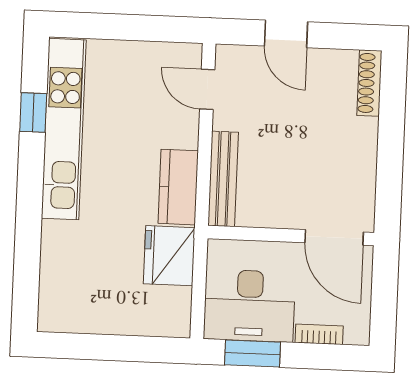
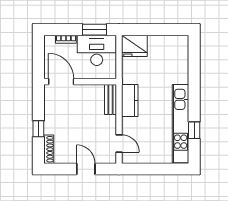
window: (391, 131) -> (38, 129), added
bench: (223, 179) -> (110, 99), width x0.73
fridge: (169, 256) -> (134, 46), moved, turned 90

